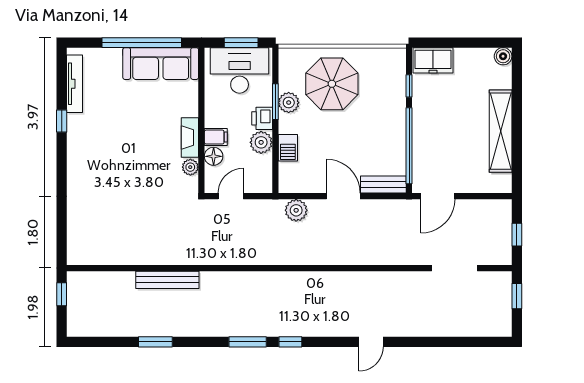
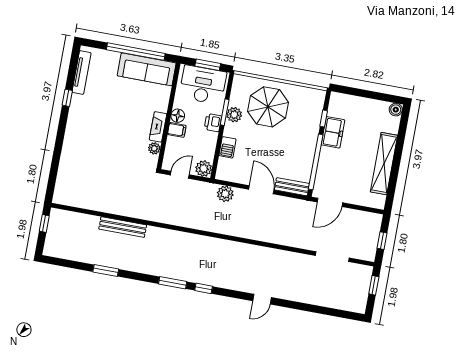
freezer: (433, 60) -> (333, 132), moved, turned -90
plant: (261, 142) -> (204, 169), moved
floor lamp: (214, 156) -> (178, 116), moved

